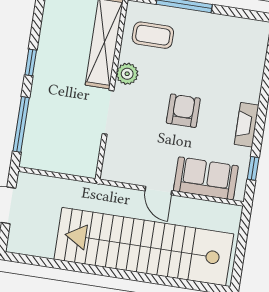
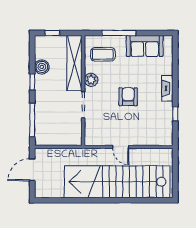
boiler: (50, 40) -> (42, 67), added
fireplace: (247, 125) -> (167, 88), moved
window: (253, 168) -> (175, 114), moved
sofa: (206, 178) -> (145, 46), moved, turned 180

